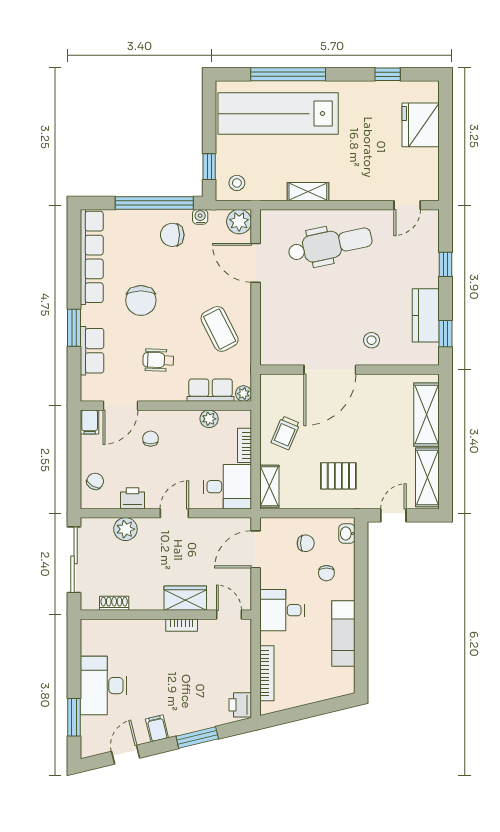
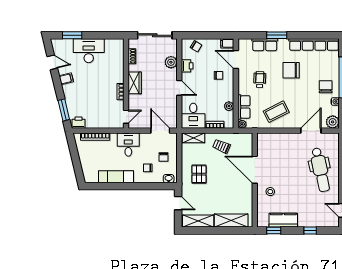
wardrobe: (185, 598) -> (135, 83), moved
window: (197, 738) -> (64, 110), moved

